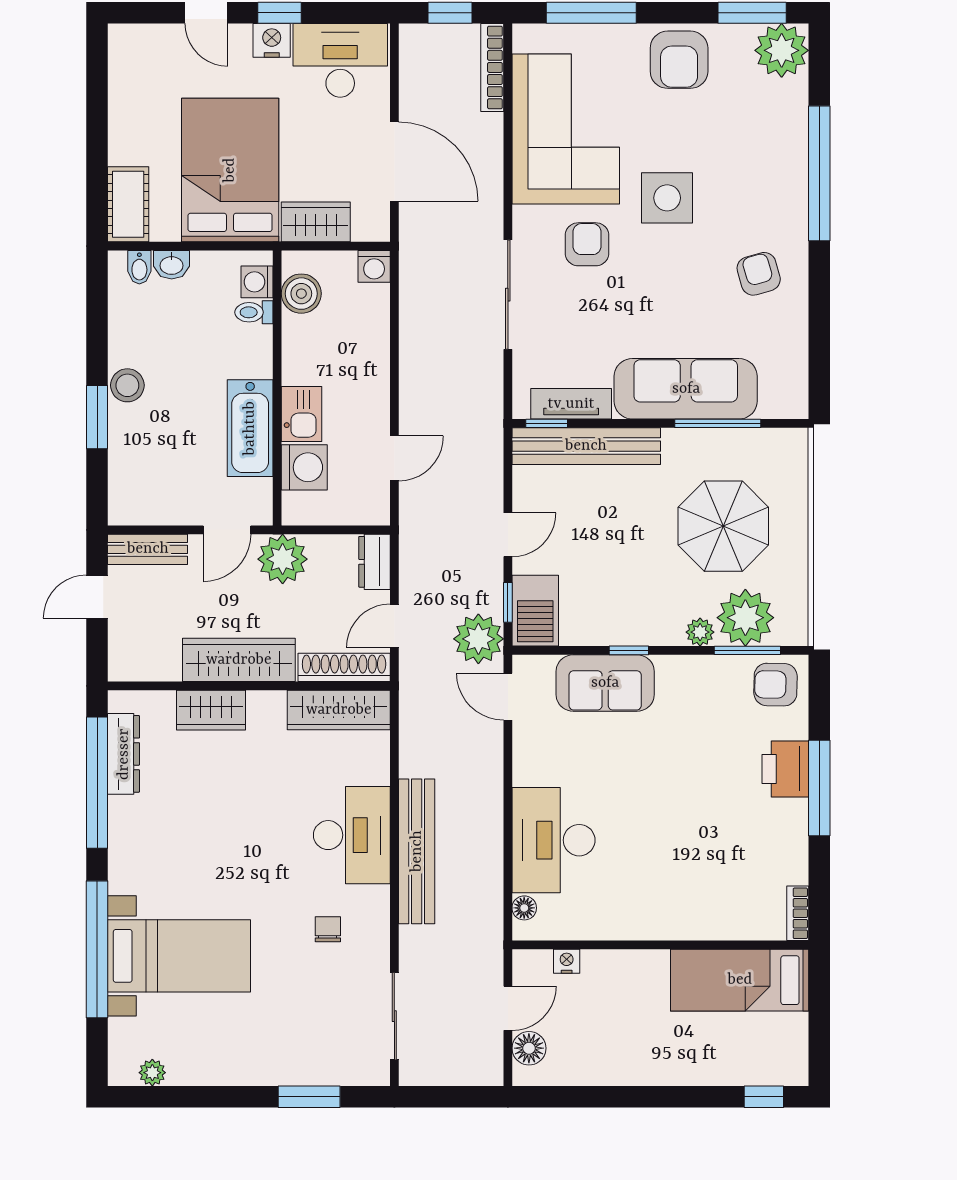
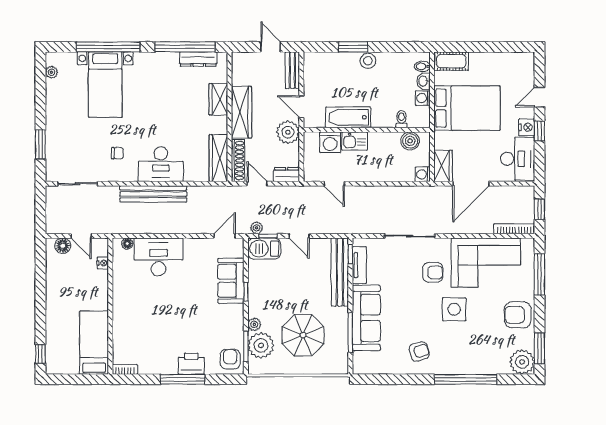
wardrobe: (316, 222) -> (443, 166), moved
washing machine: (257, 282) -> (423, 98), moved, turned -90
plant: (478, 639) -> (257, 228), width x0.53, depth x0.53

